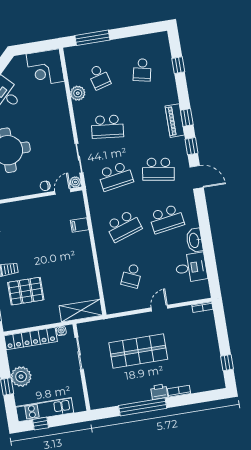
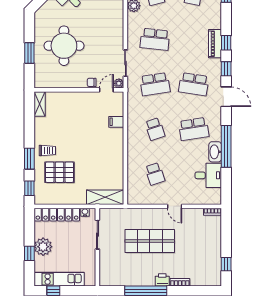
school desk: (124, 226) -> (155, 129), width x0.54
window: (206, 232) -> (226, 146), added
school desk: (132, 276) -> (155, 174), turned -42
door: (159, 308) -> (175, 206), swing flipped

